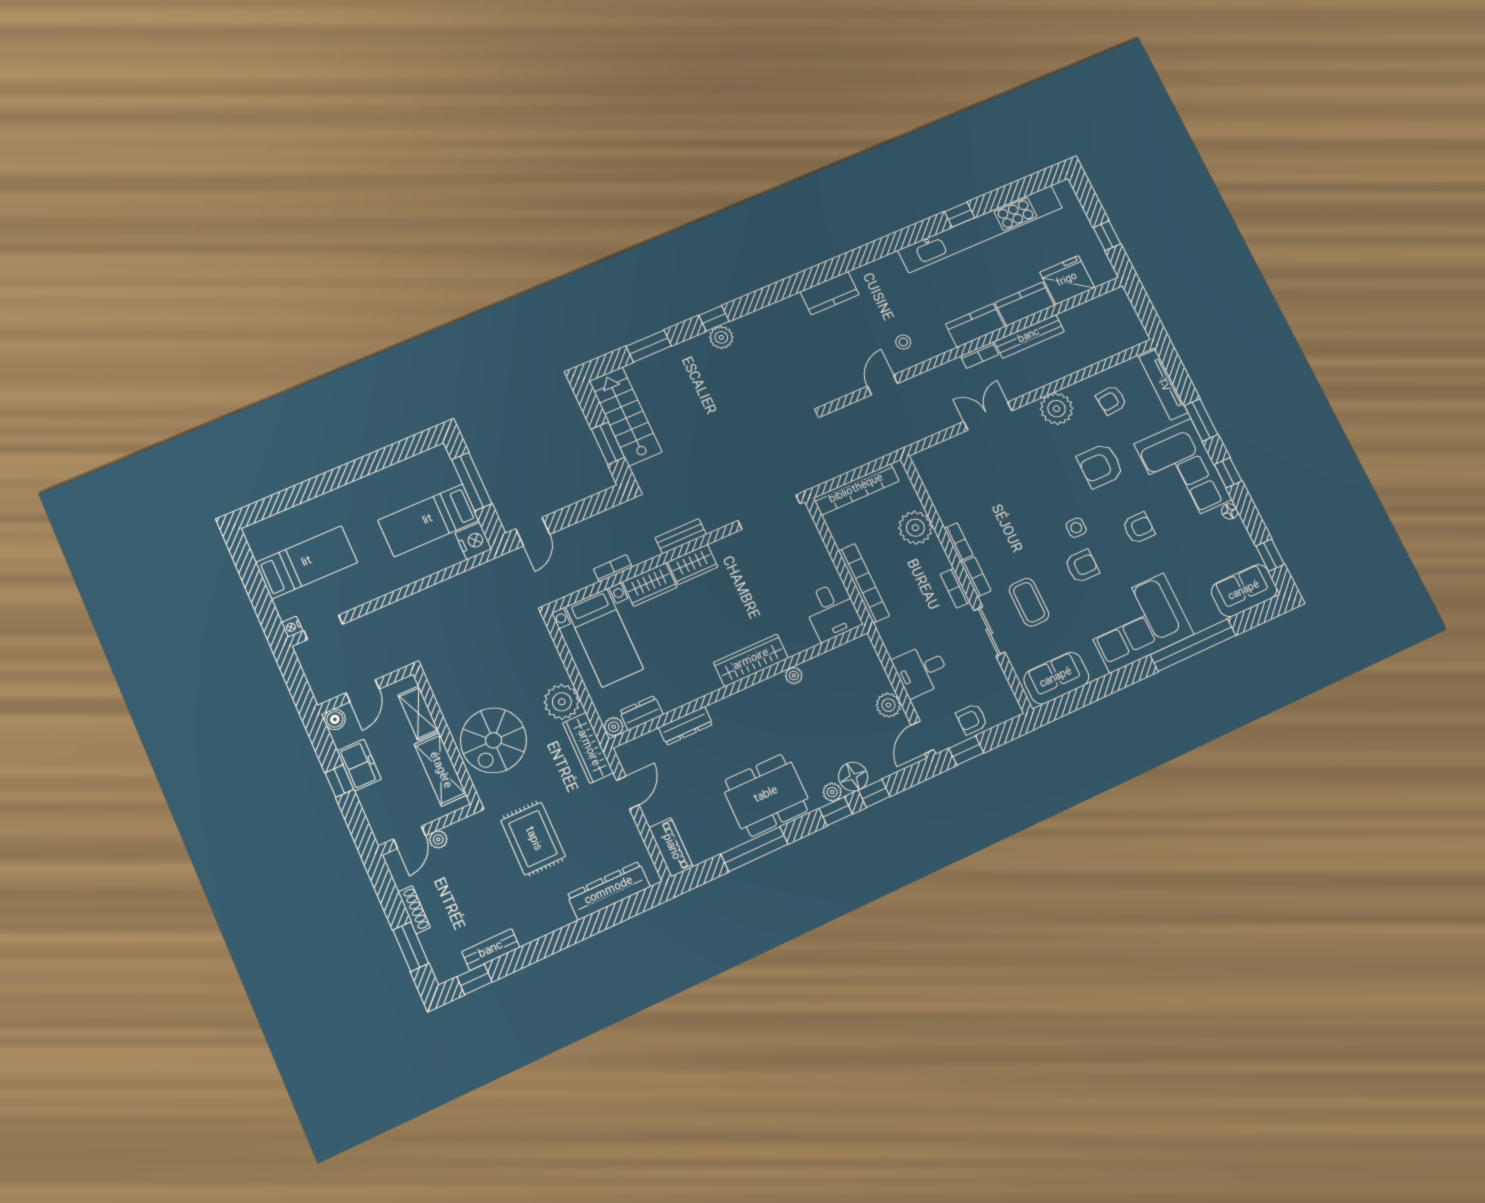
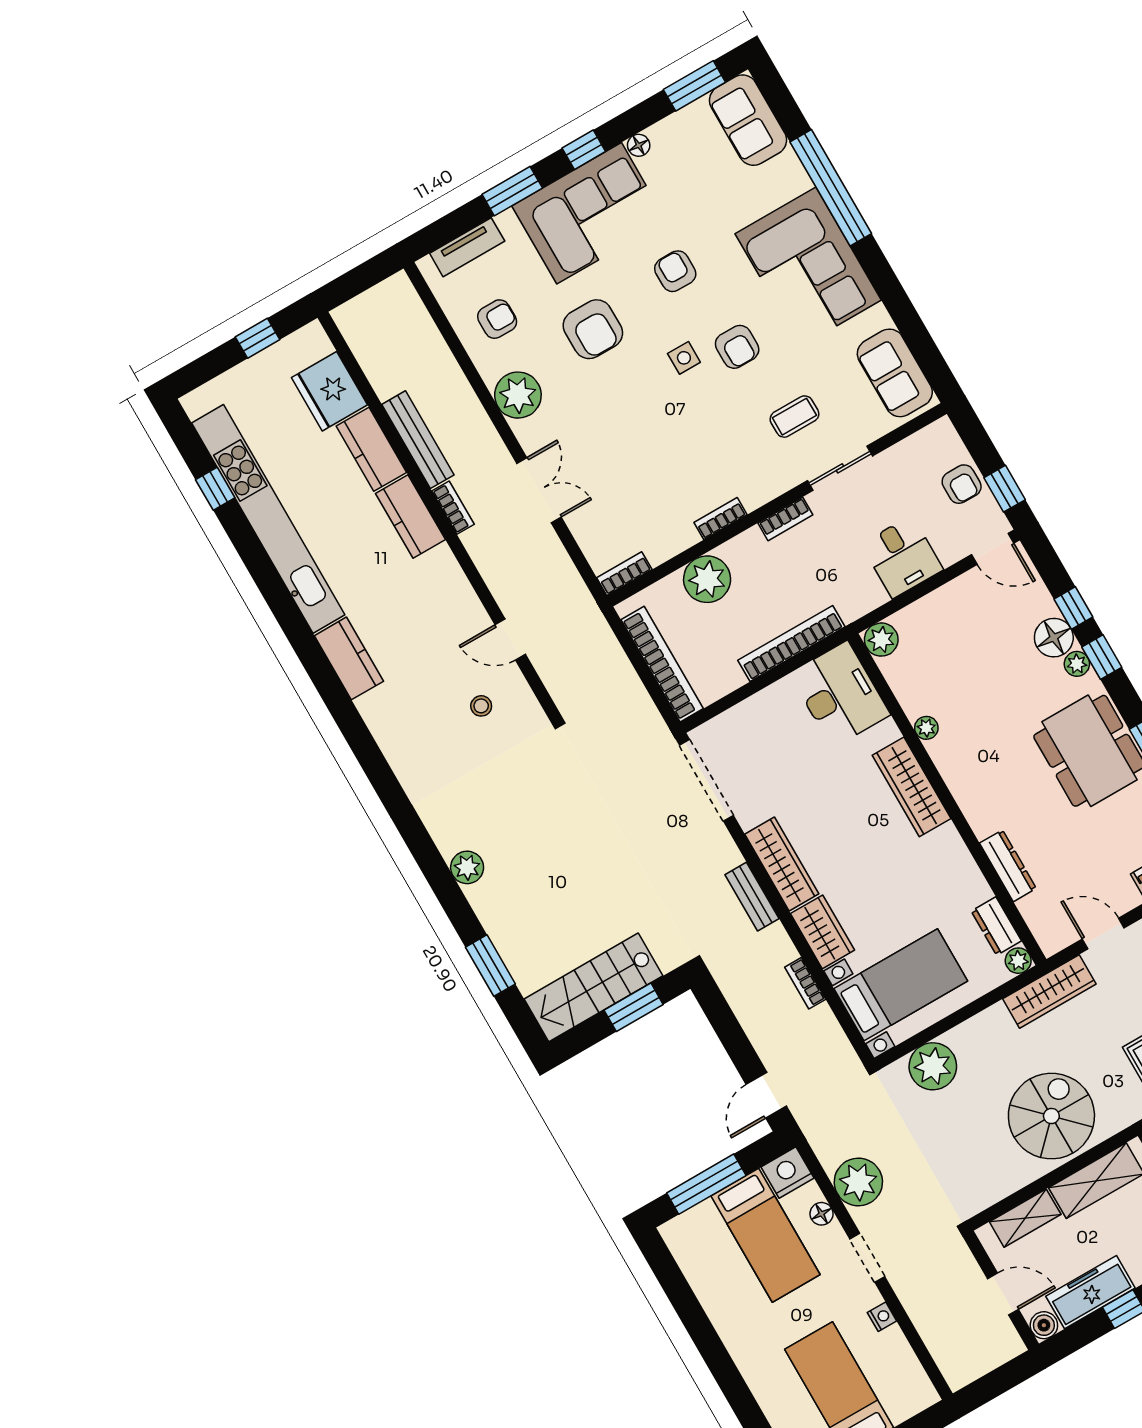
window: (960, 215) -> (215, 489), moved
kitchen counter: (830, 293) -> (349, 658), moved
window: (714, 318) -> (441, 880), removed
stool: (903, 342) -> (481, 706), moved
tv unit: (1163, 385) -> (467, 247), width x0.71
armchair: (1111, 400) -> (497, 319), turned -84
double door: (988, 416) -> (539, 490), swing flipped
door: (533, 532) -> (766, 1095), swing flipped
window: (1270, 555) -> (694, 86), width x1.50
floor lamp: (440, 563) -> (822, 1214), added
wardrobe: (693, 565) -> (782, 864), width x1.50
armchair: (1082, 566) -> (737, 347), turned 180
bookcase: (976, 577) -> (624, 574), moved
plant: (460, 592) -> (858, 1182), added
coffee table: (1029, 602) -> (794, 417), width x0.73, depth x0.77
desk: (832, 611) -> (840, 694), width x1.37
nightstand: (292, 627) -> (882, 1317), moved, turned -90
doorway: (323, 627) -> (867, 1258), moved
plant: (562, 702) -> (933, 1066), moved
plant: (888, 705) -> (881, 640), moved
spiral stairs: (493, 740) -> (1051, 1116), turned -90
freezer: (359, 765) -> (1090, 1292), width x1.40

